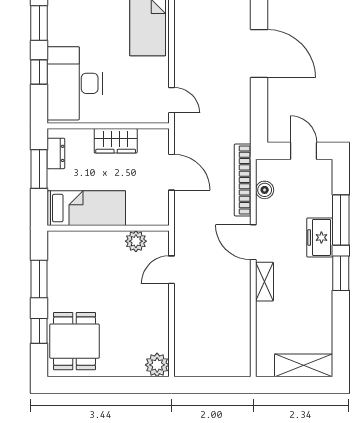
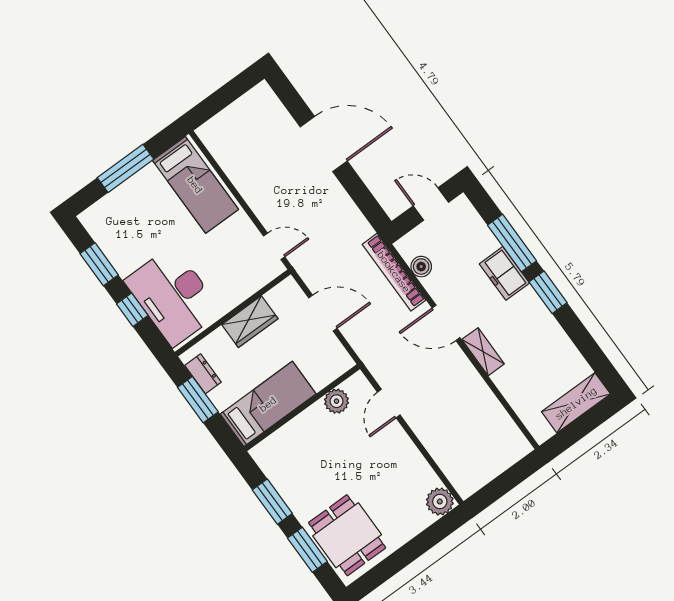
window: (39, 331) -> (307, 550), width x1.50

